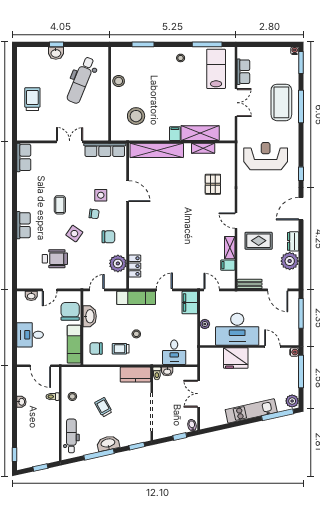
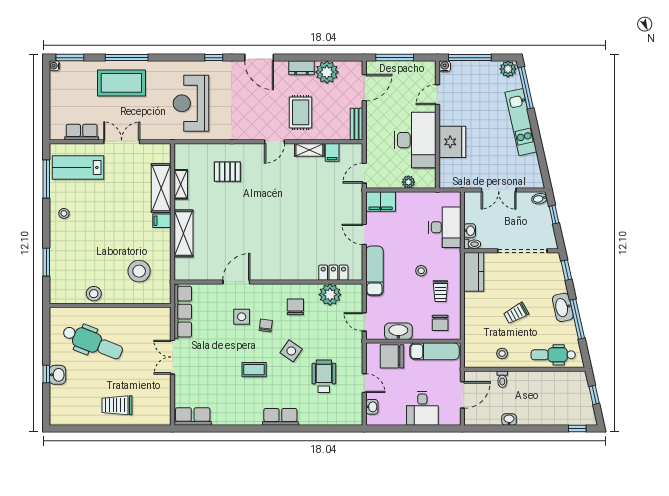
shelving: (157, 150) -> (183, 233), width x0.68
desk: (174, 352) -> (445, 227), width x1.37

